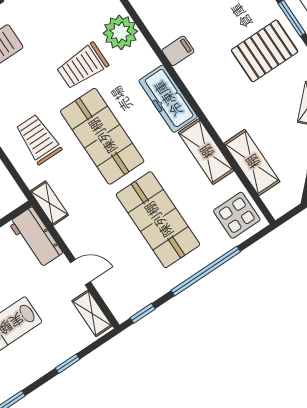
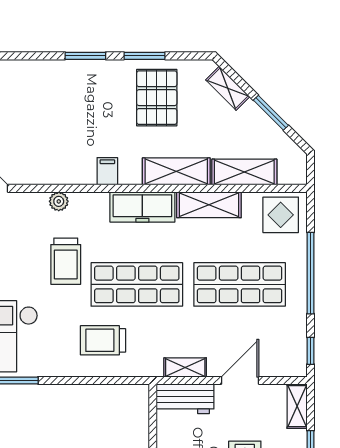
plant: (120, 32) -> (59, 201), width x0.53, depth x0.53
shelving: (215, 107) -> (176, 171), added
shelving: (49, 203) -> (185, 367), moved
door: (80, 272) -> (240, 380), width x1.38
shelving: (92, 313) -> (297, 406), moved, turned 90

